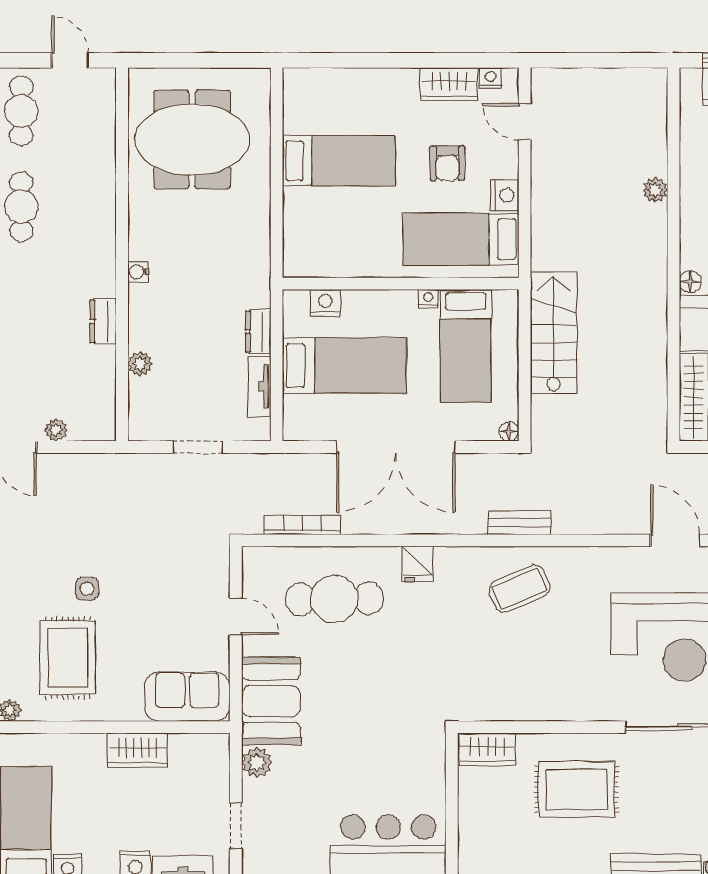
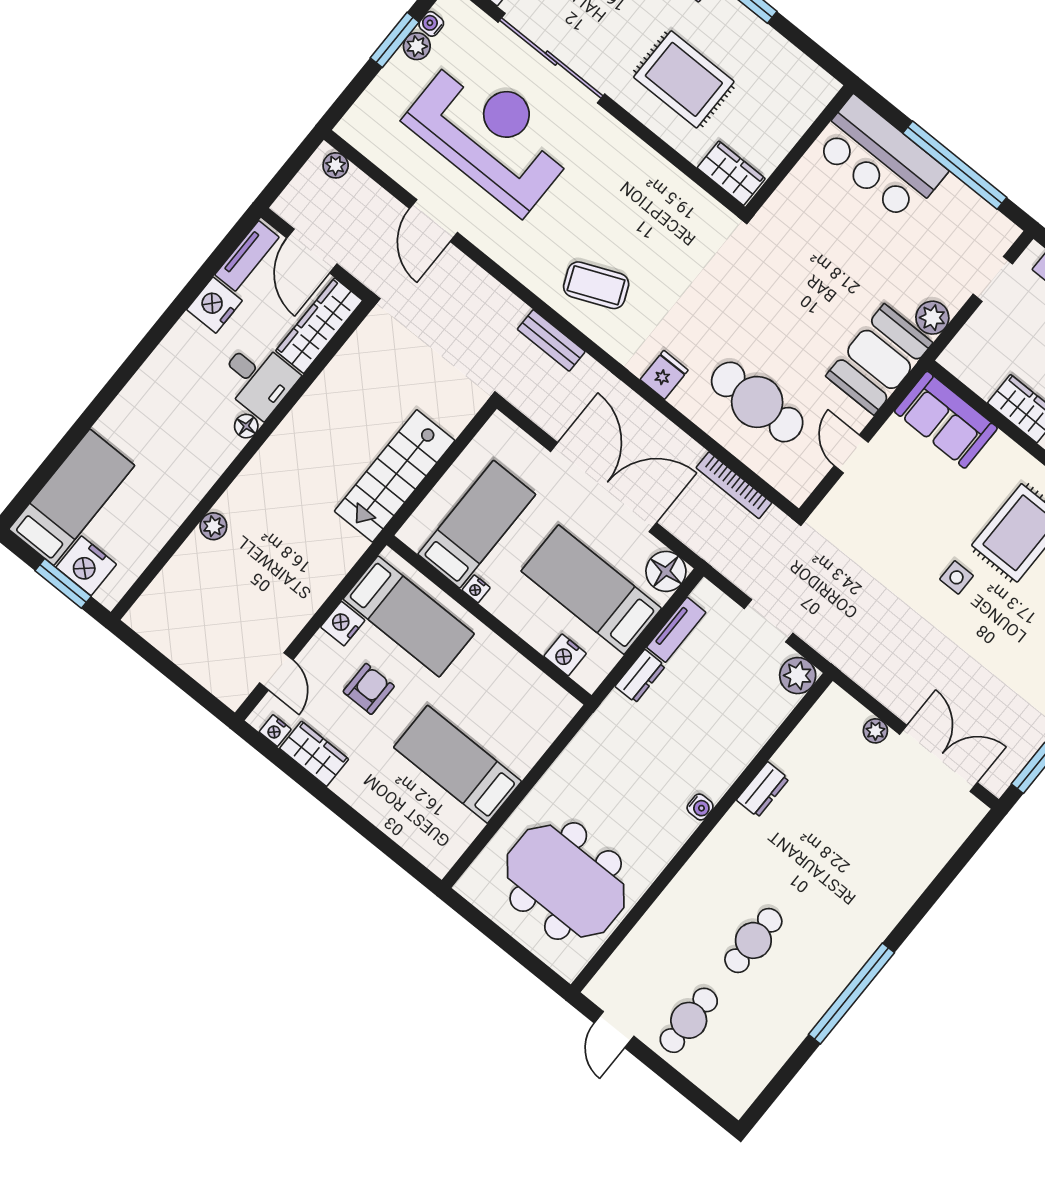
plant: (140, 364) -> (798, 676), moved, width x1.38, depth x1.38
floor lamp: (509, 431) -> (666, 571), moved, width x1.89, depth x1.89

